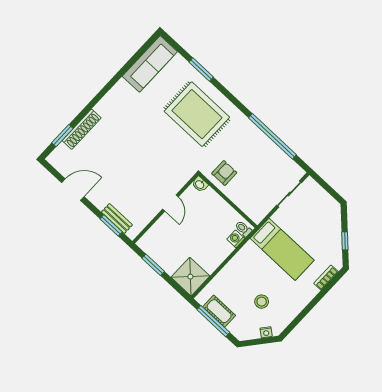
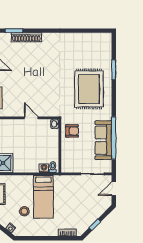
sofa: (150, 64) -> (103, 140), moved, turned 90
door: (325, 186) -> (114, 189), added
door: (170, 203) -> (31, 118), swing flipped
bed: (282, 249) -> (43, 197), moved

